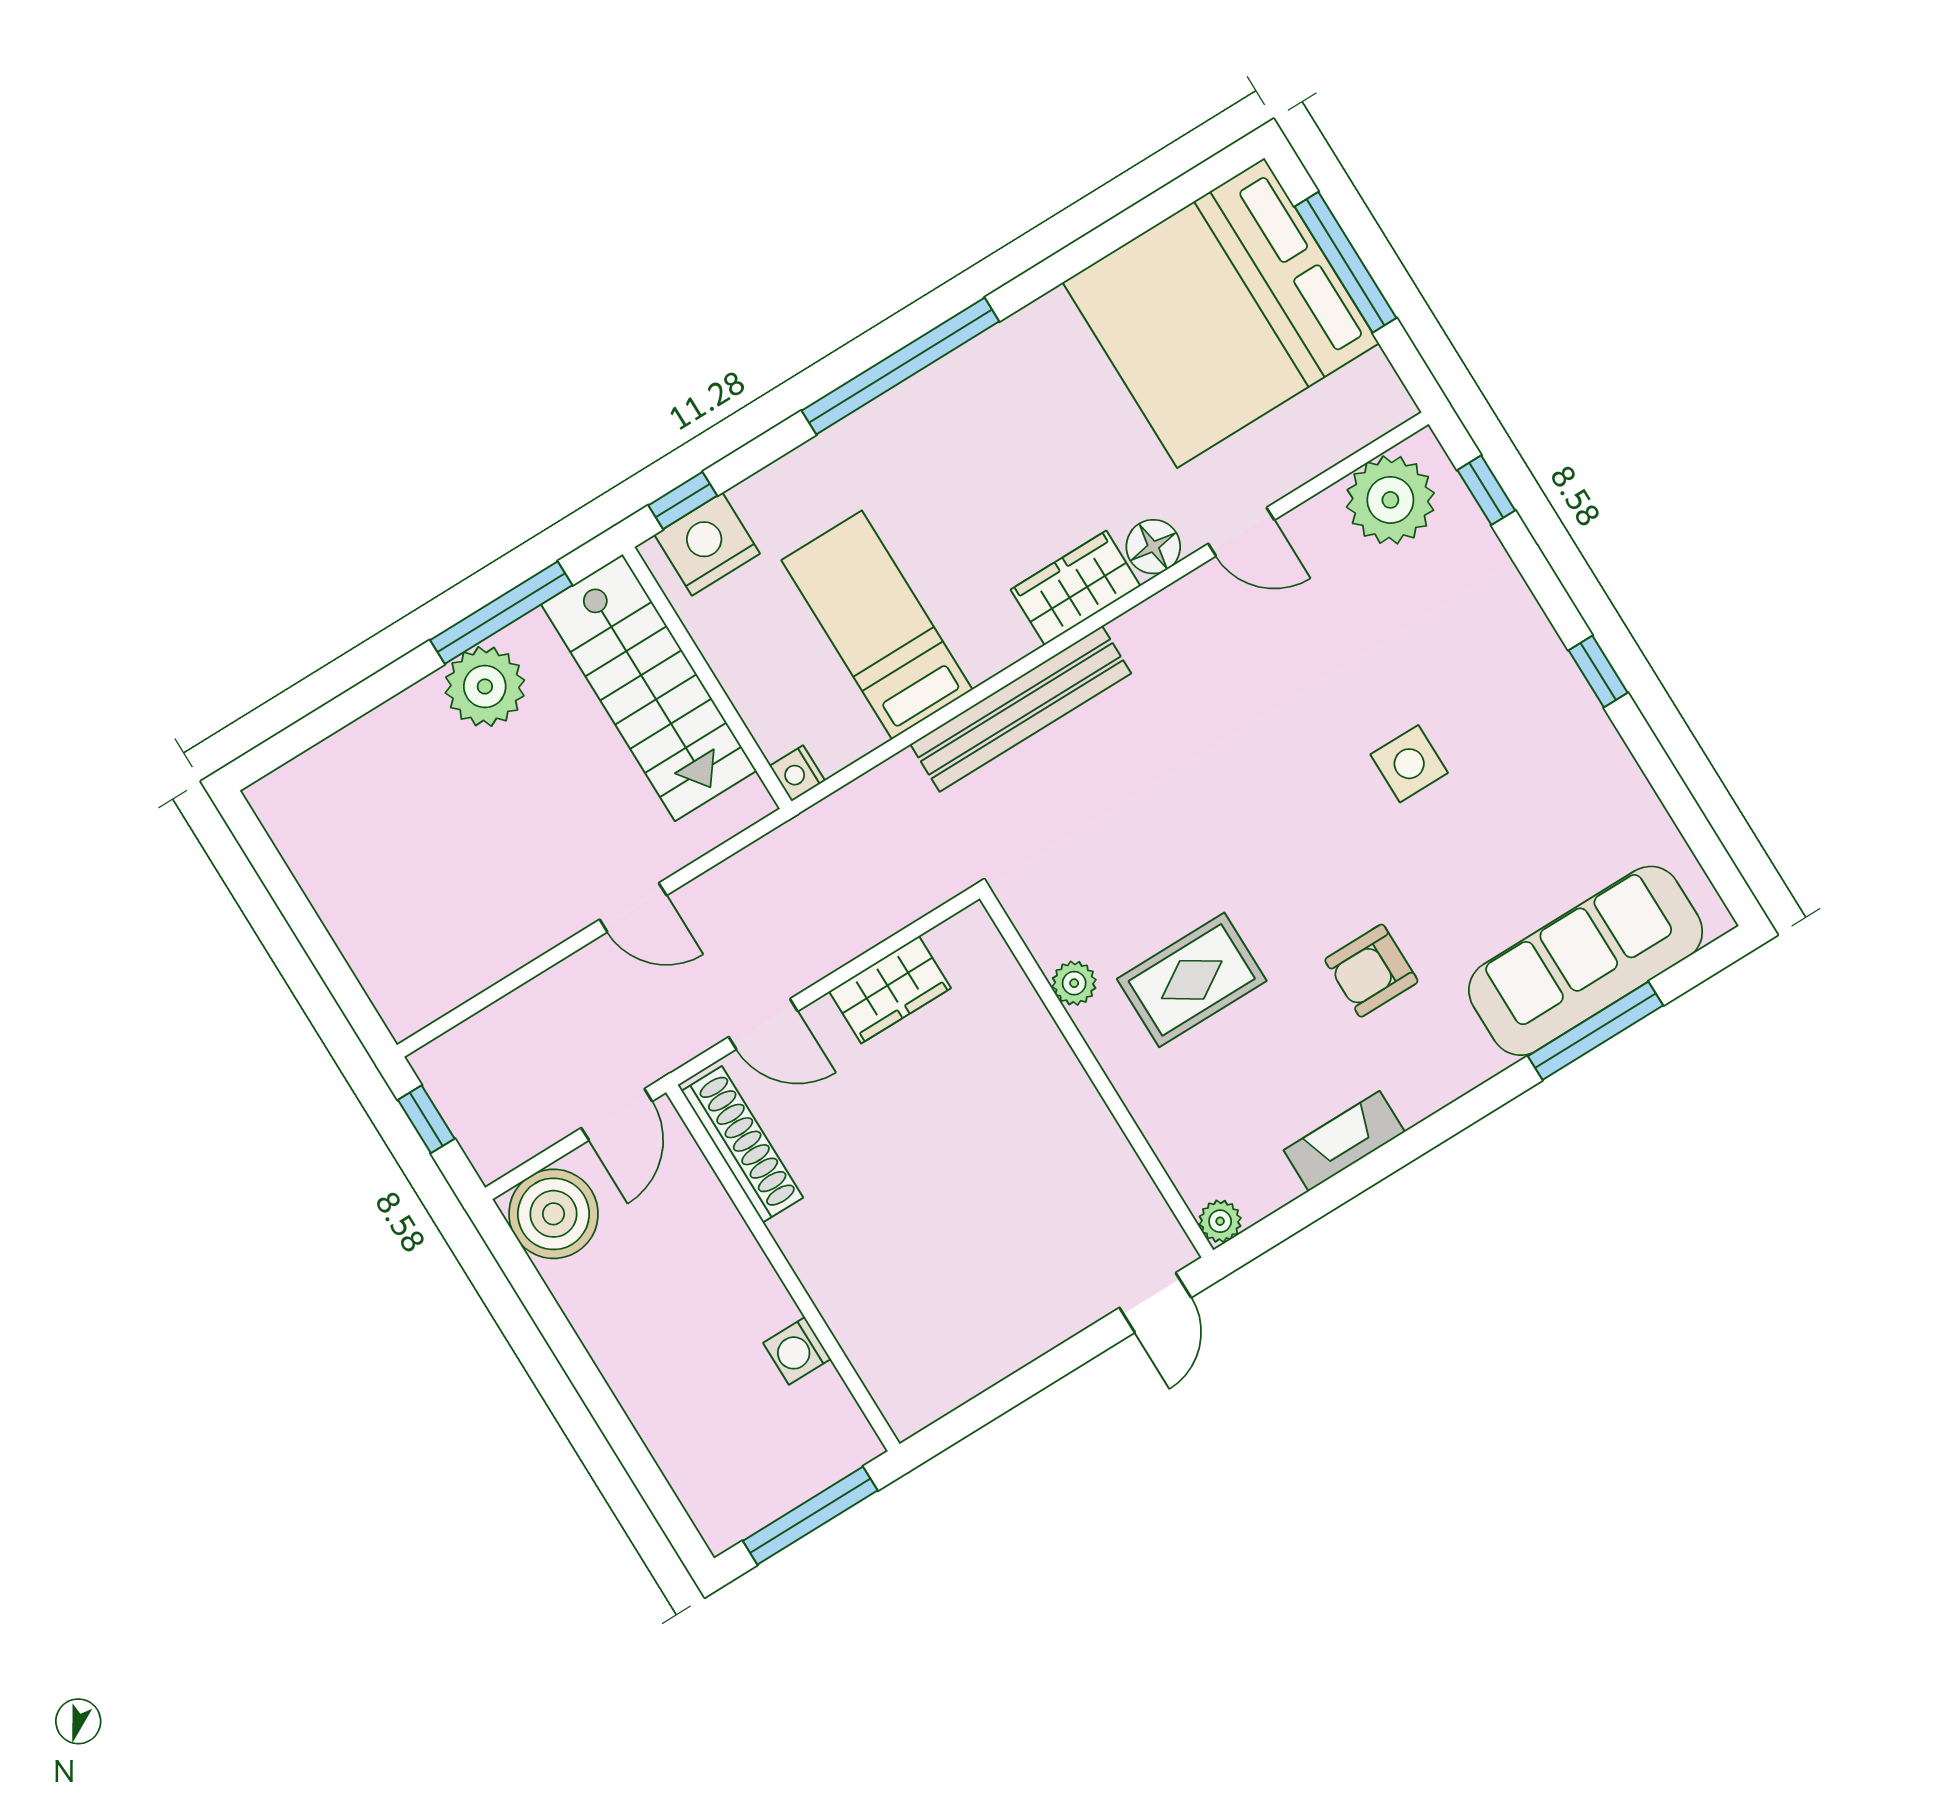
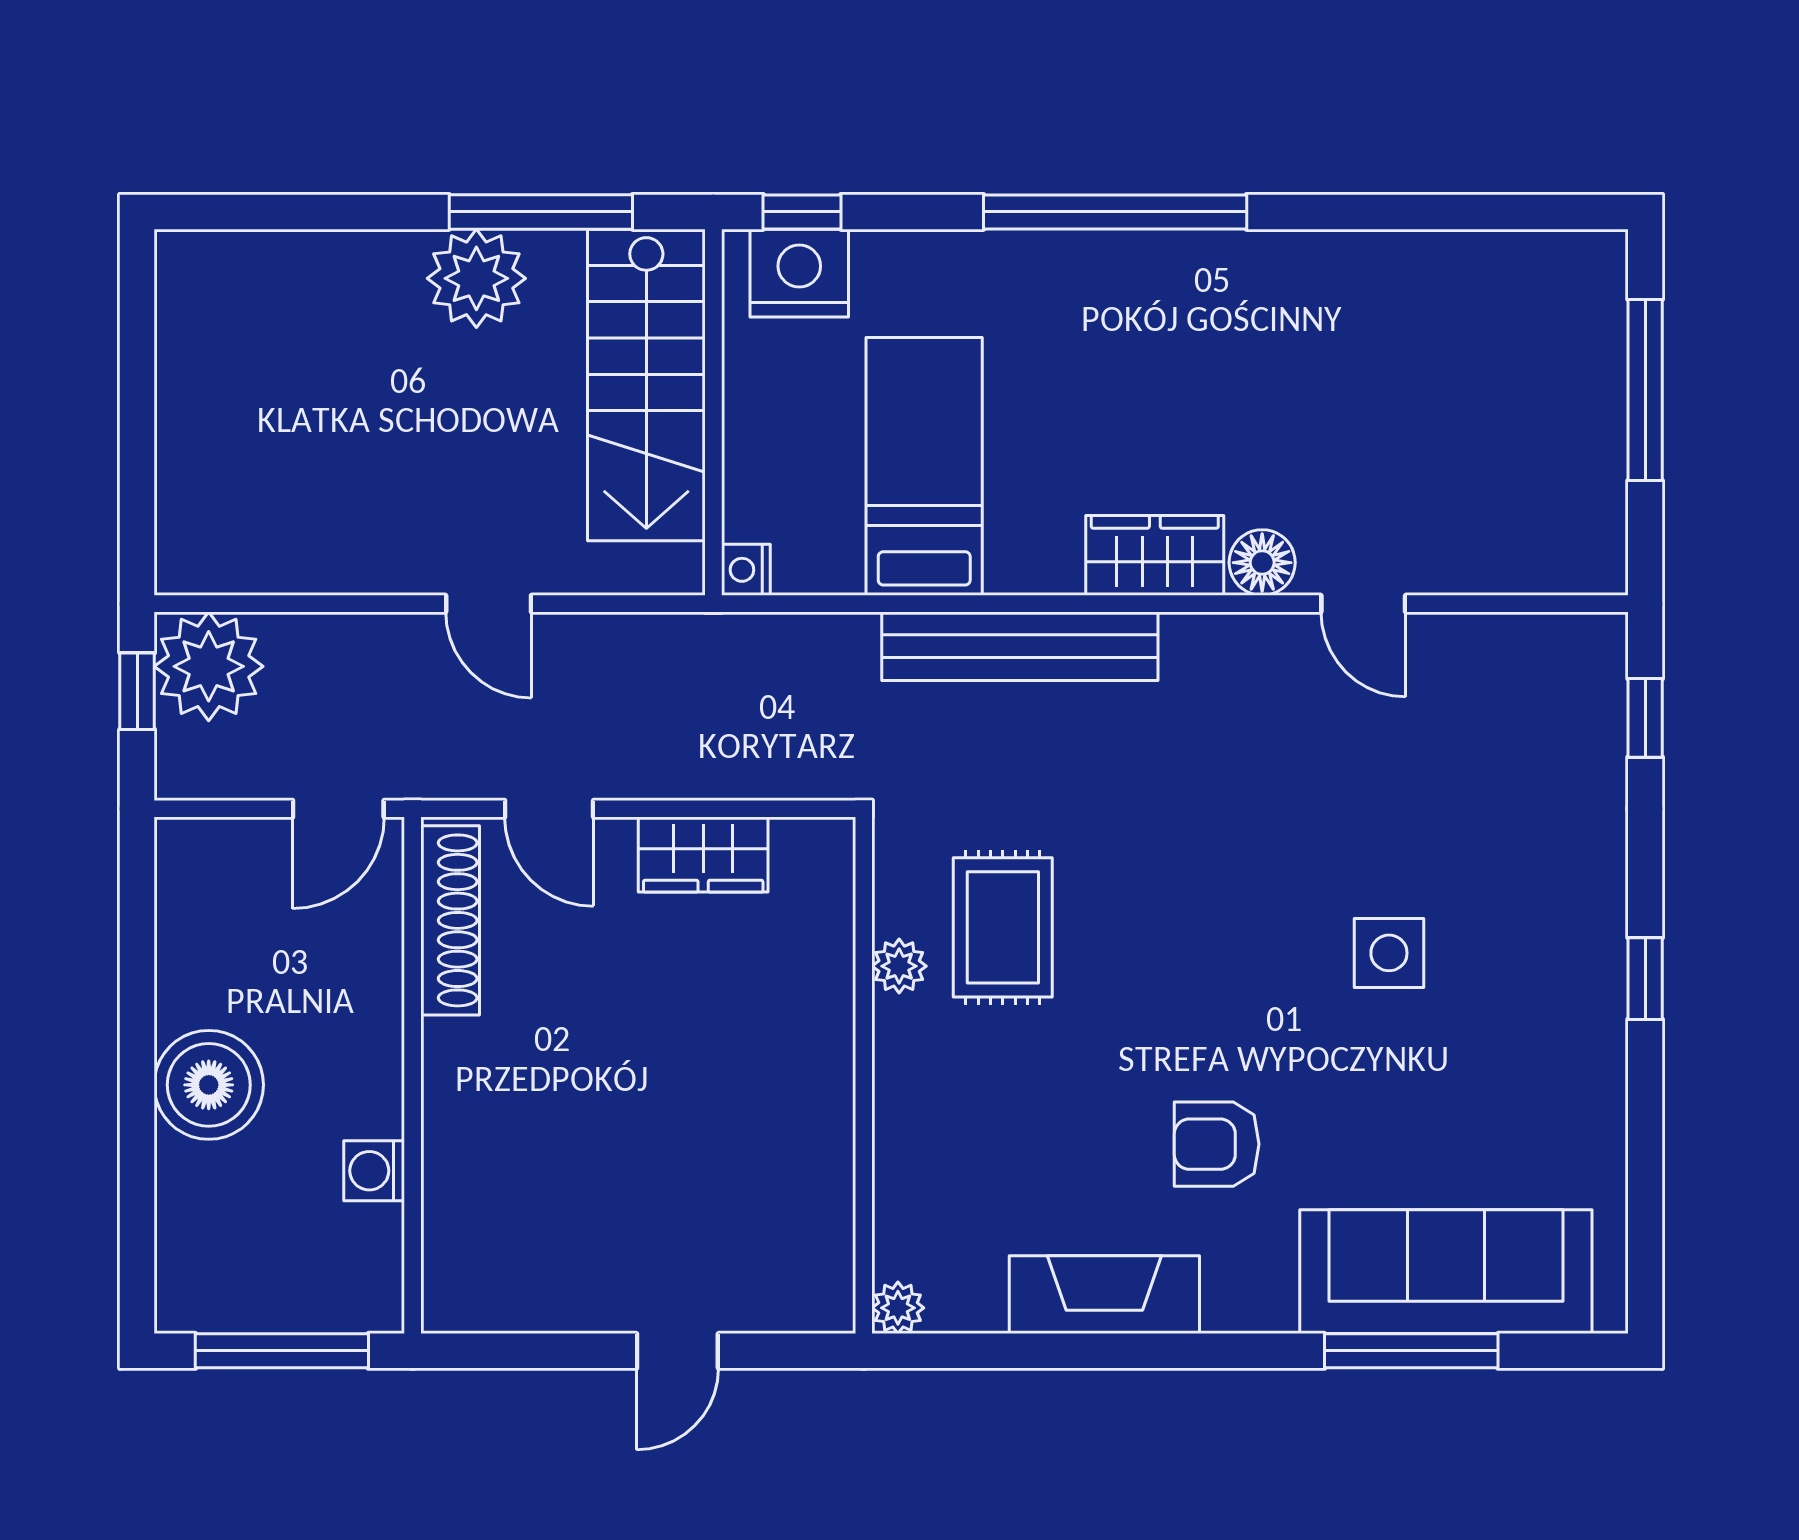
bed: (1221, 313) -> (1483, 363), removed
plant: (1390, 500) -> (209, 666), moved
rug: (1192, 980) -> (1003, 927), moved, turned 90
fireplace: (1344, 1141) -> (1104, 1295), width x1.37, depth x1.32
boiler: (554, 1214) -> (209, 1085), moved
door: (1155, 1303) -> (677, 1351), moved

